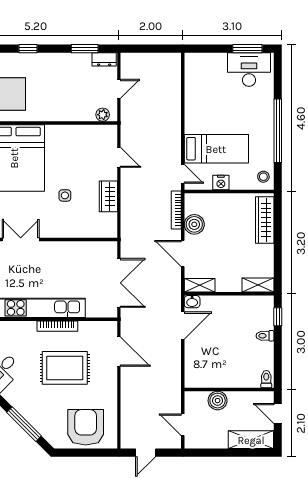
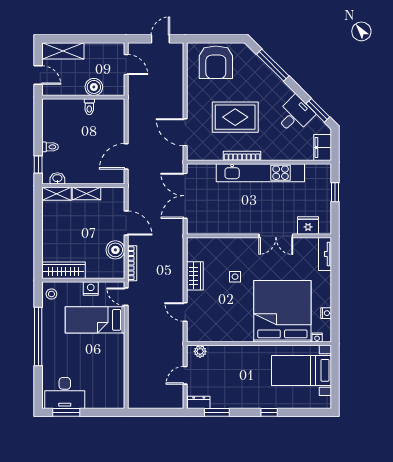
wardrobe: (265, 220) -> (64, 270), moved, turned -90
shelving: (200, 285) -> (86, 194), moved
washbasin: (192, 302) -> (57, 178), moved
toilet: (266, 379) -> (89, 107), moved

